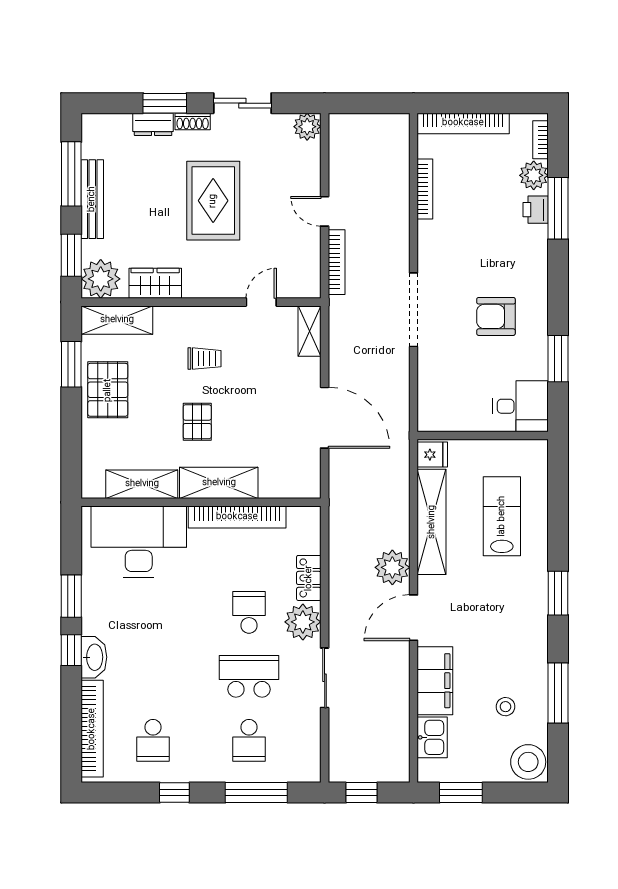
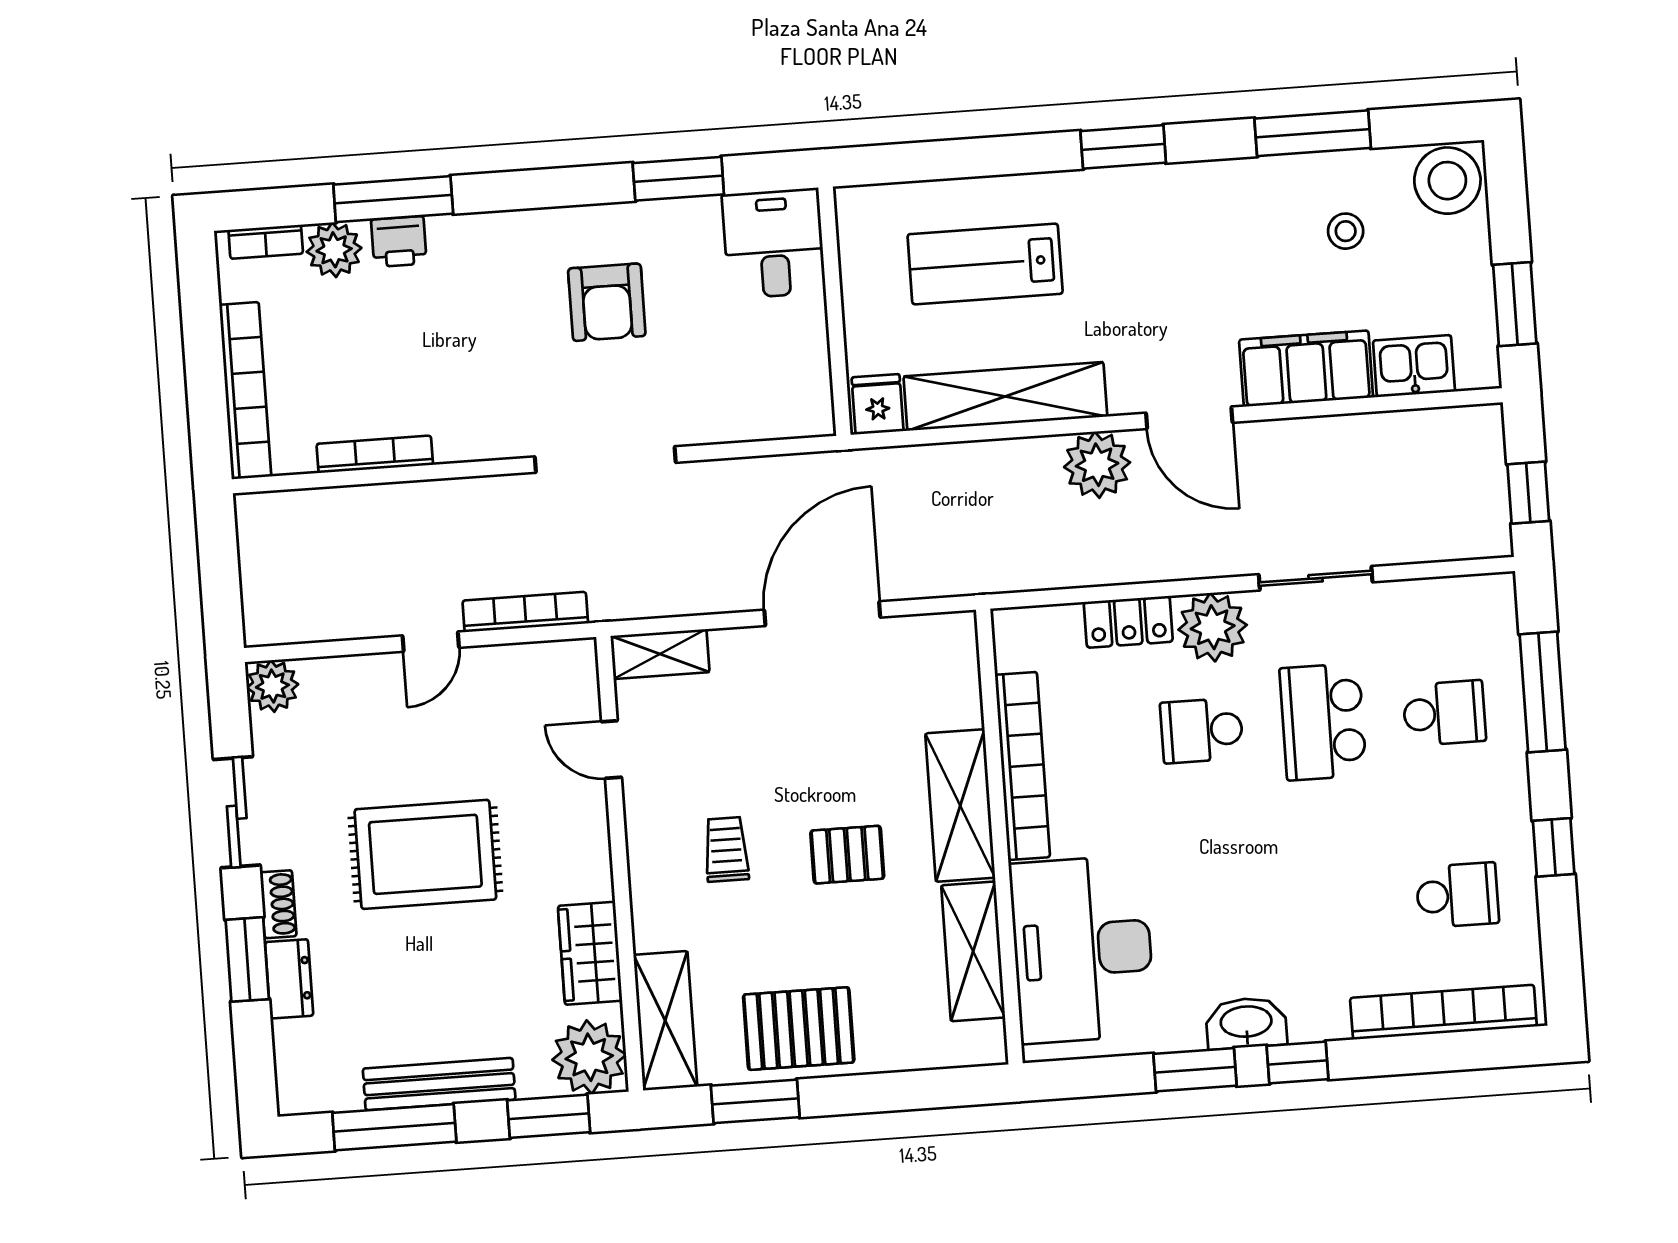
washbasin: (94, 657) -> (1246, 1023), moved

